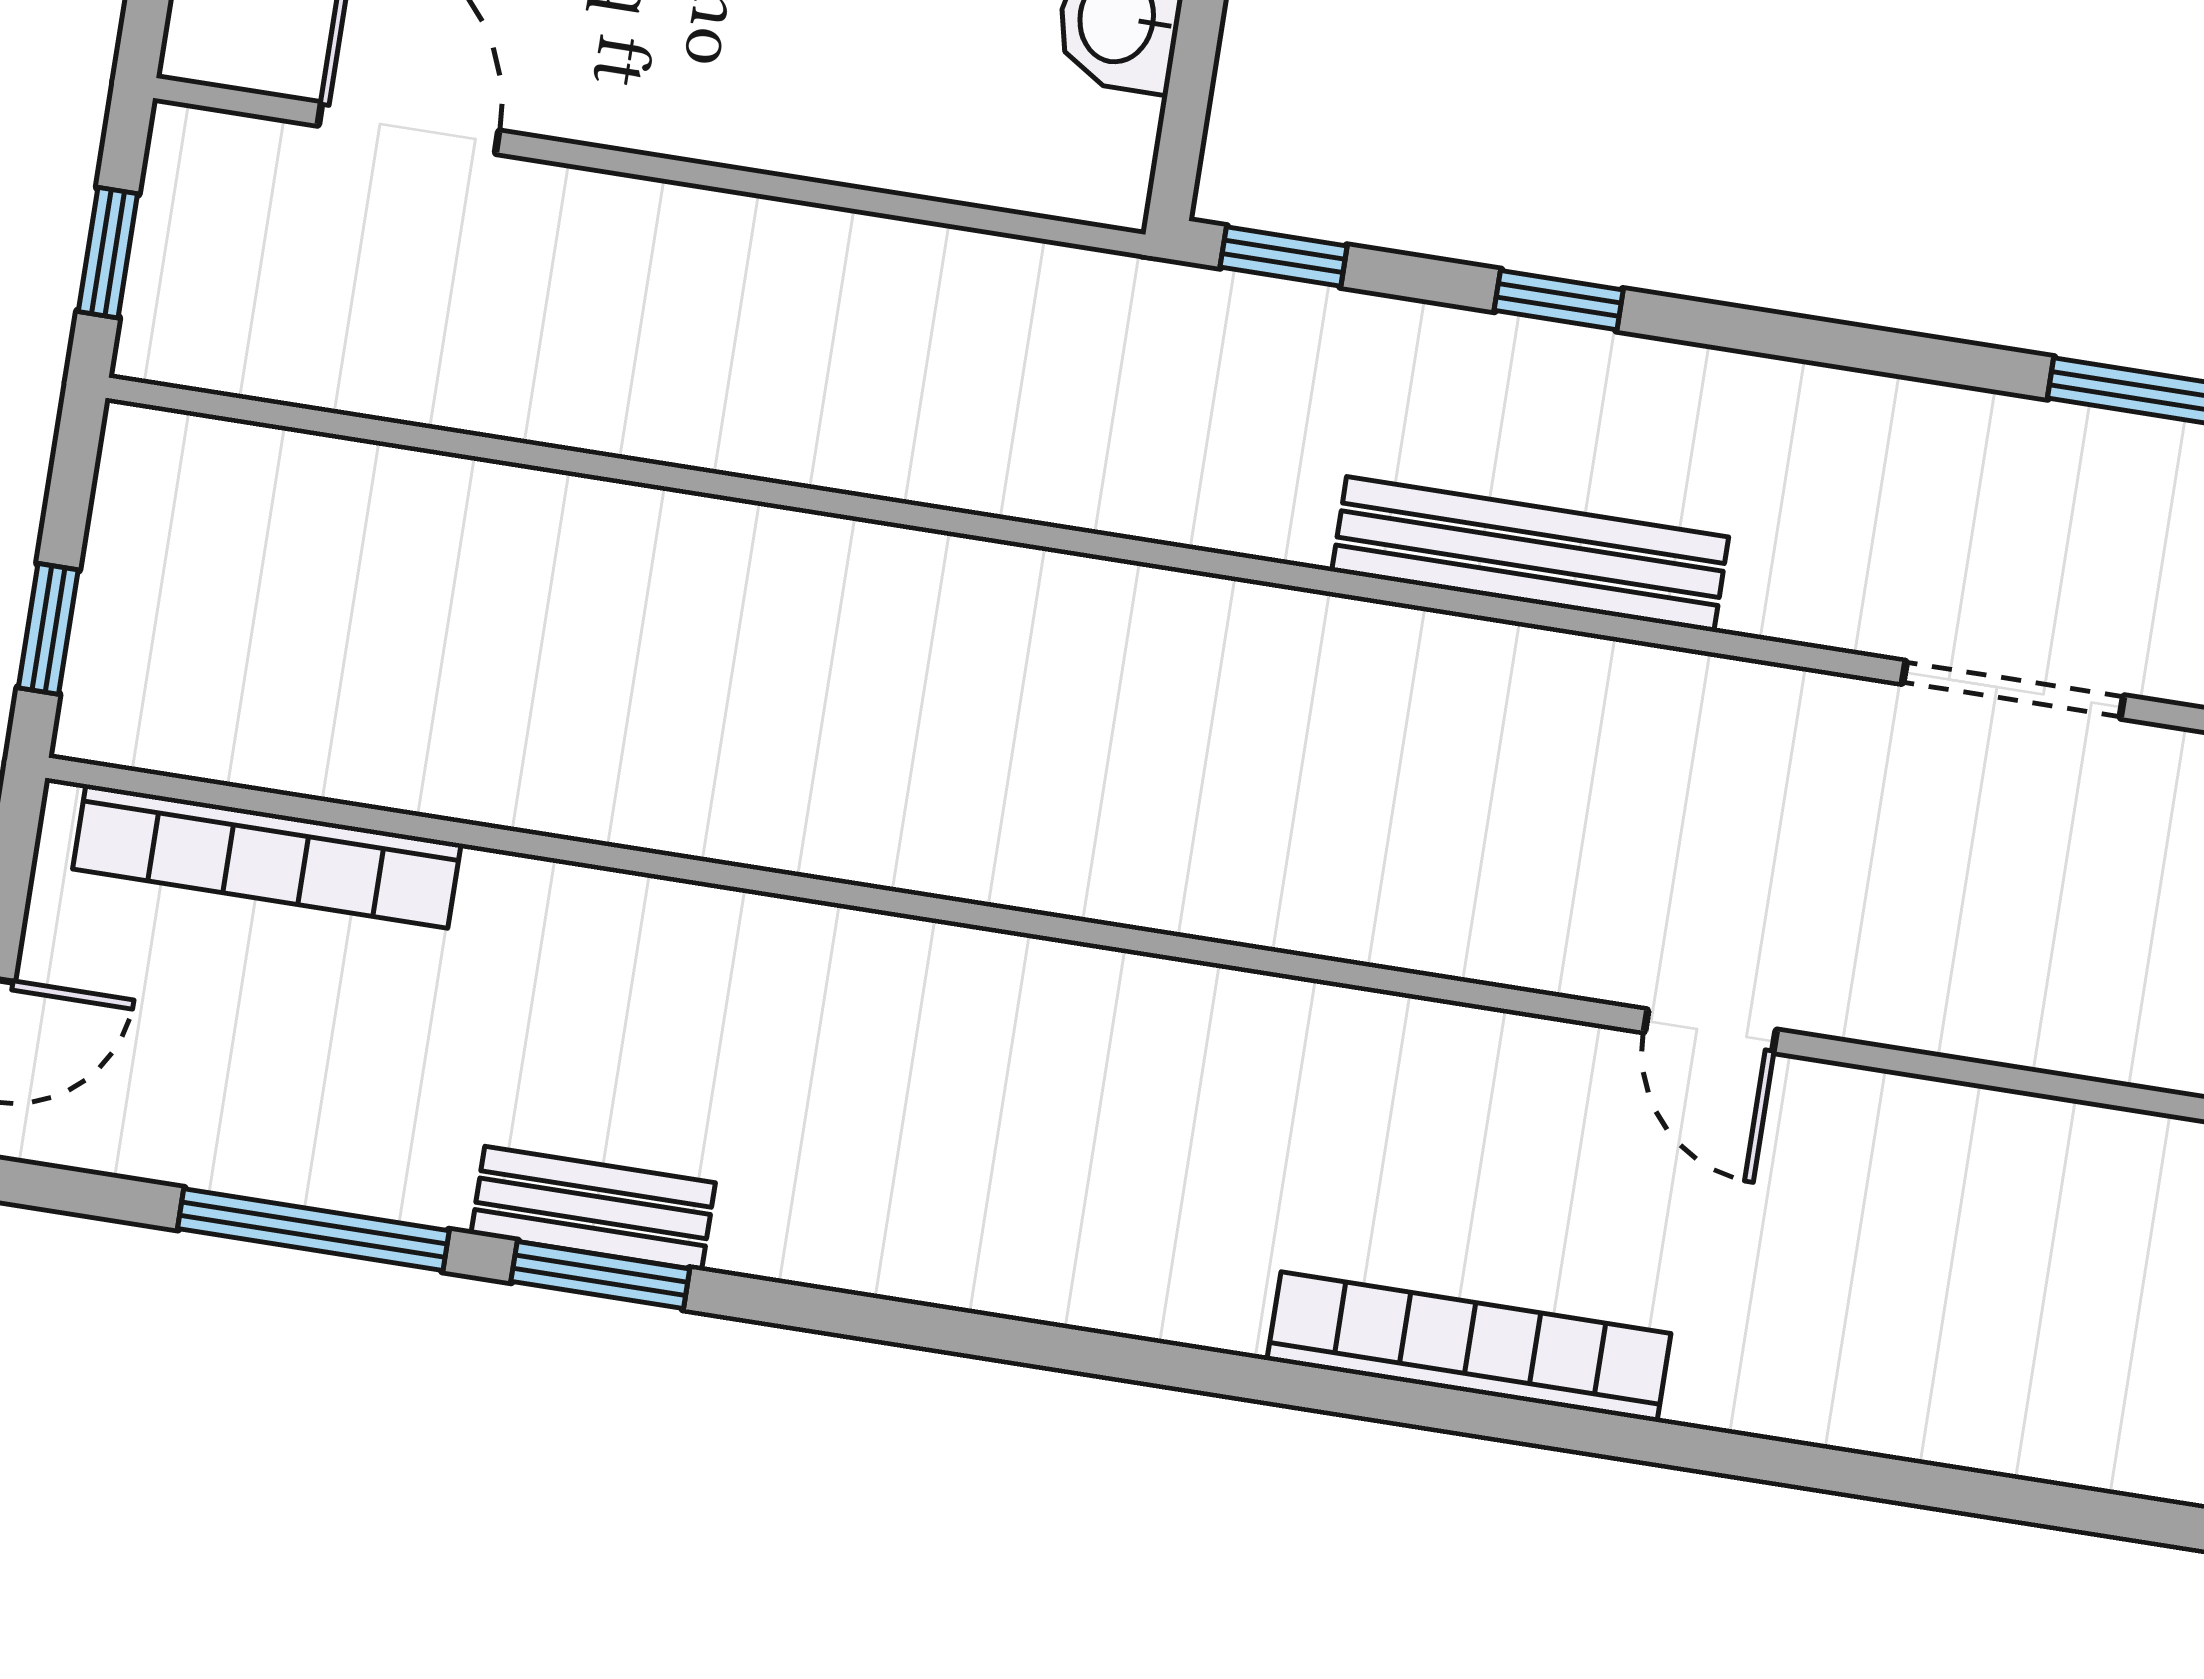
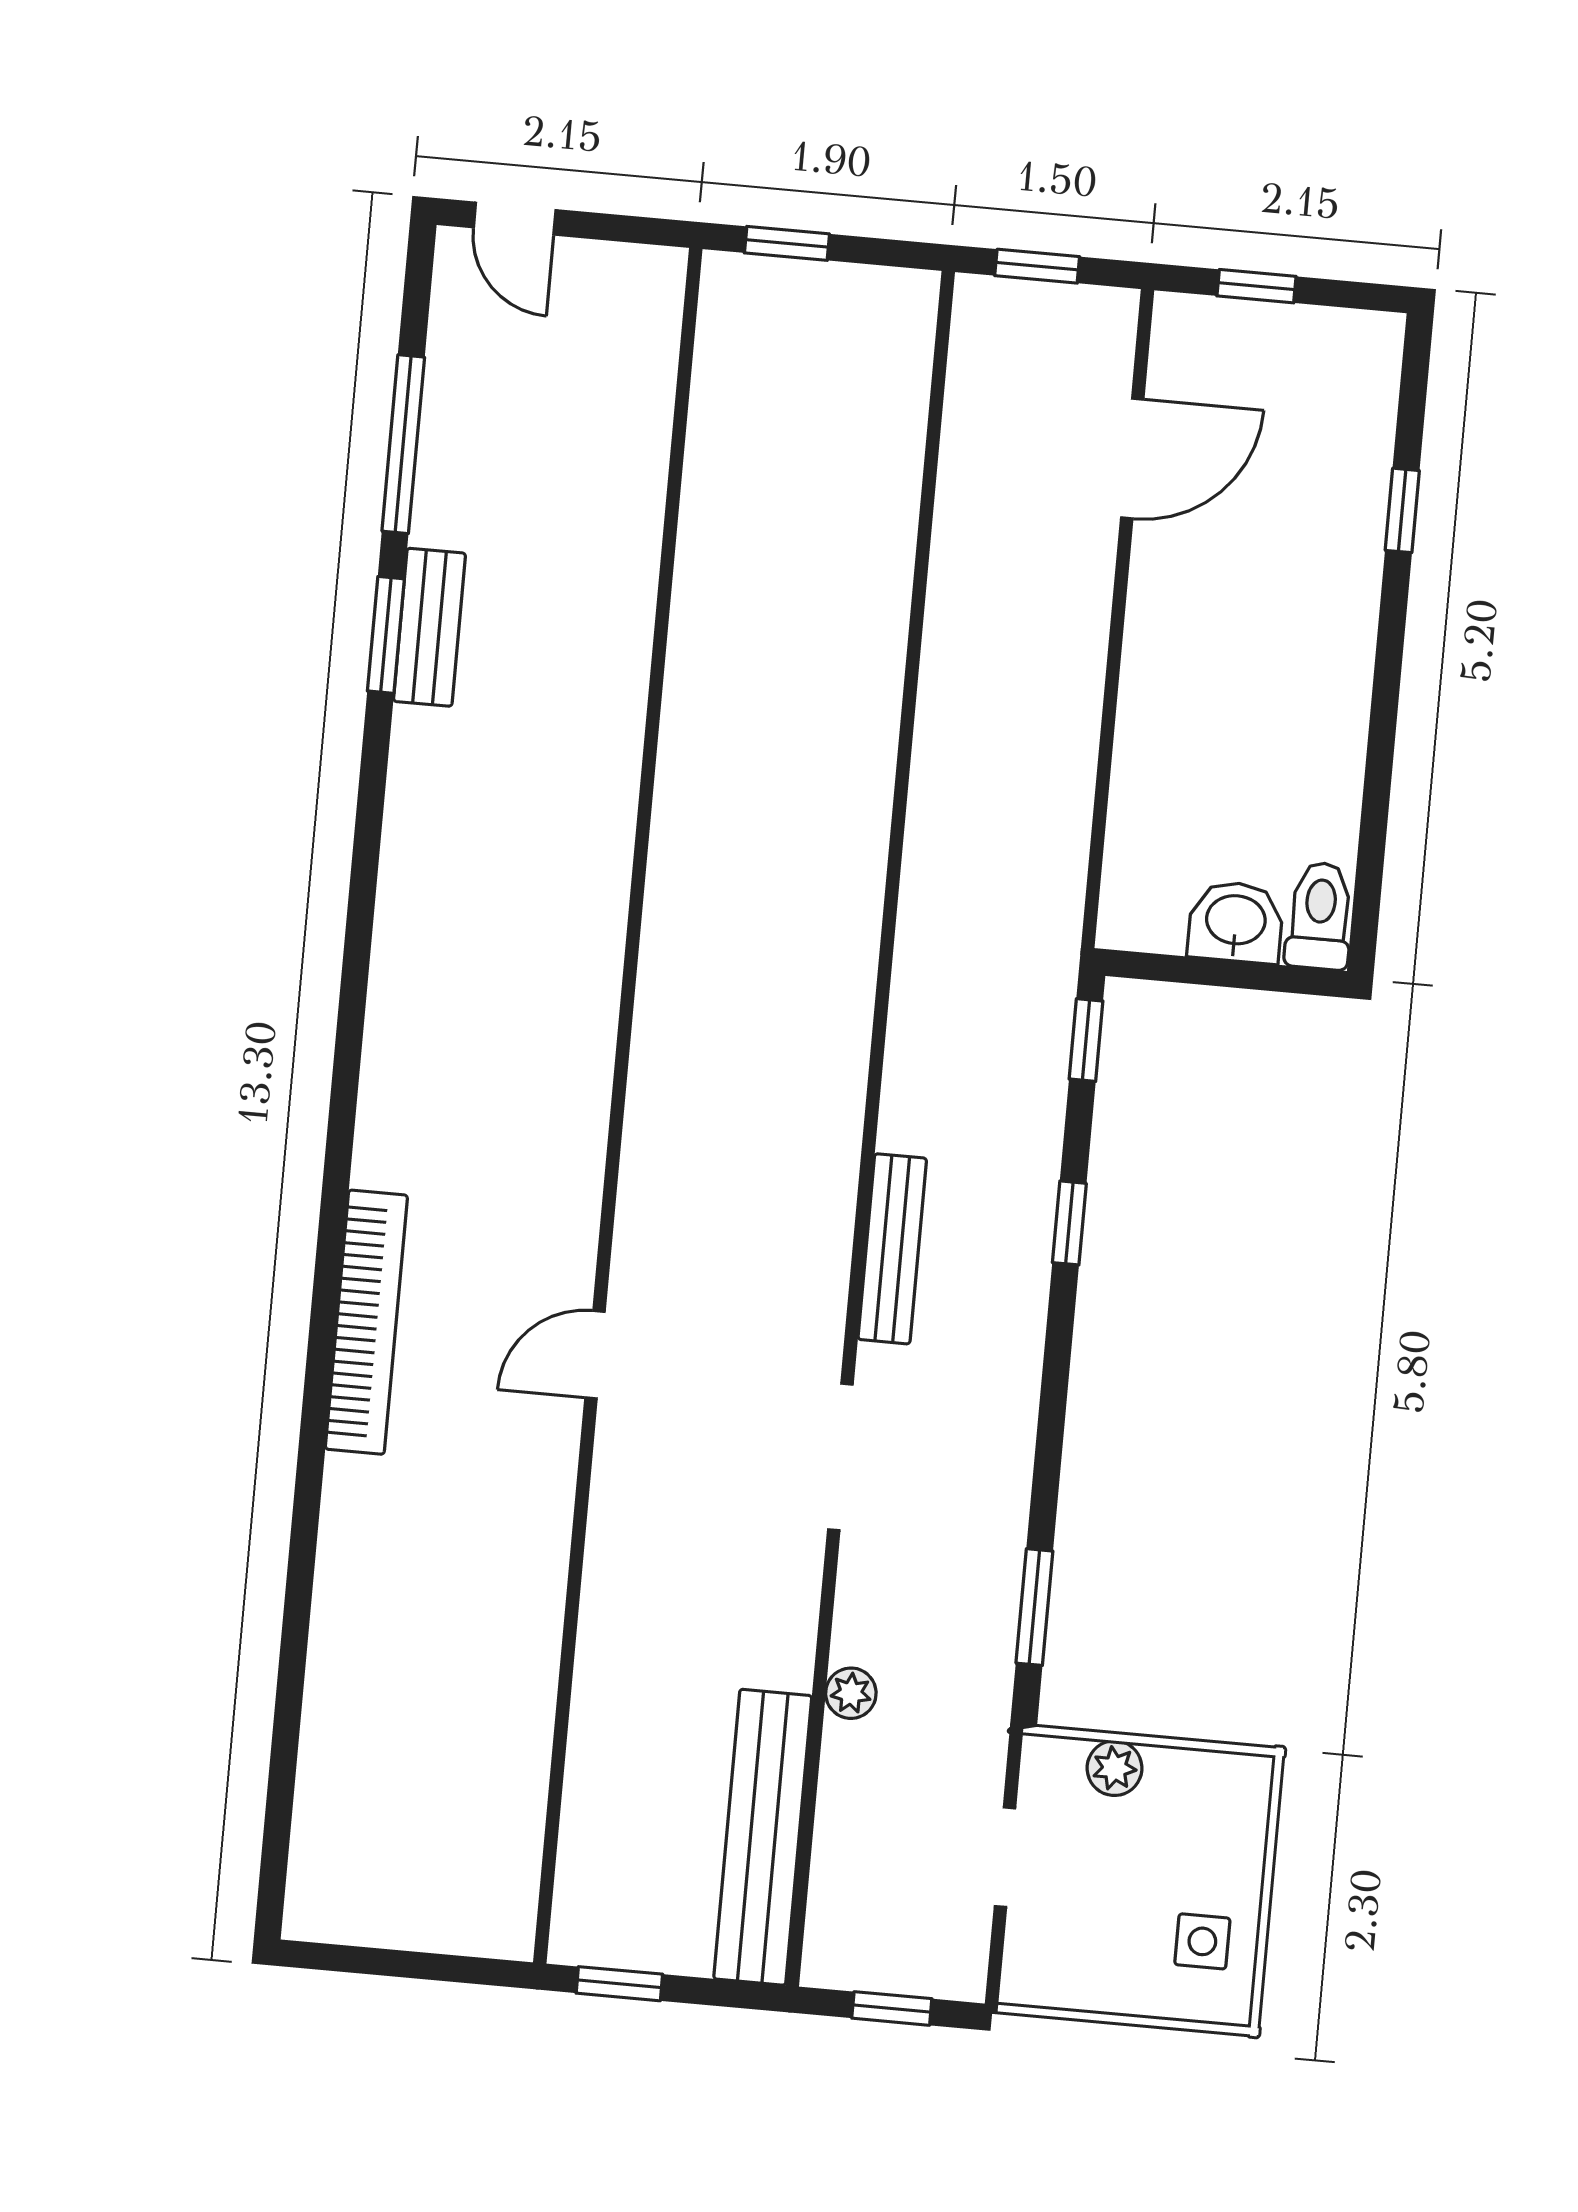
bench: (1530, 554) -> (892, 1249), width x0.73, depth x0.82
doorway: (2013, 690) -> (840, 1457), moved
bookcase: (267, 856) -> (647, 397), removed
bookcase: (1469, 1347) -> (366, 1322), moved

